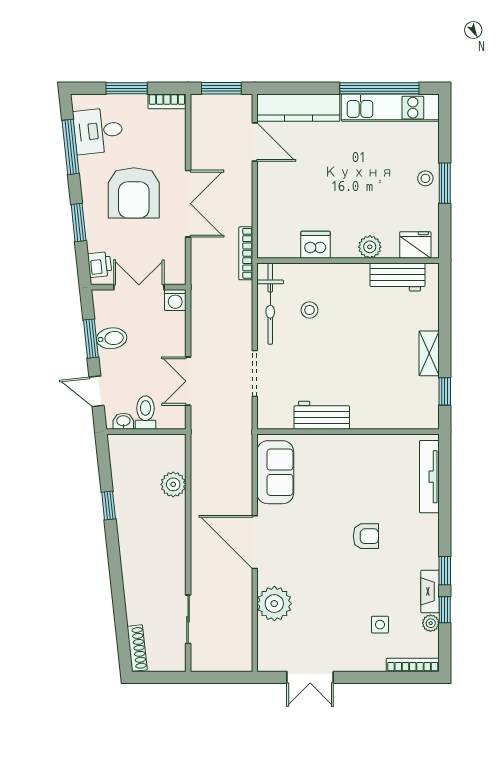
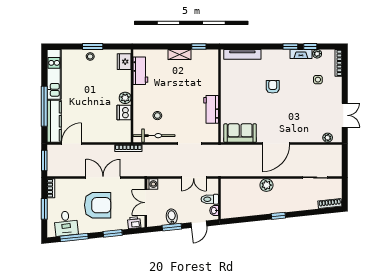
window: (379, 88) -> (44, 106), moved
plant: (370, 247) -> (125, 98), moved
plant: (173, 484) -> (266, 185), moved
window: (109, 505) -> (278, 216), moved
plant: (274, 604) -> (328, 138), moved, width x0.53, depth x0.53

